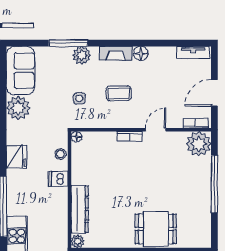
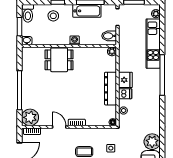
door: (156, 130) -> (59, 127), swing flipped
fridge: (16, 157) -> (125, 80), moved, turned 180
dresser: (80, 209) -> (111, 89), moved

